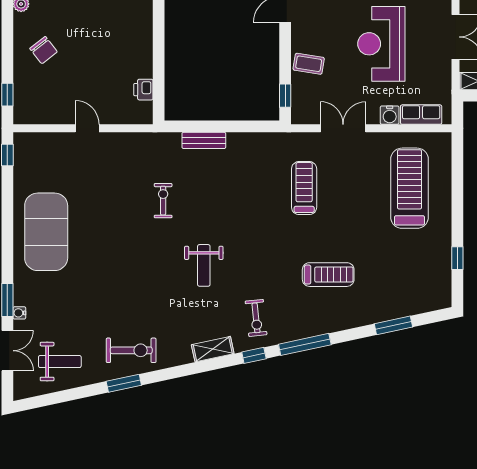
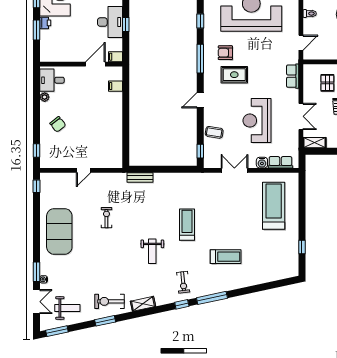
printer: (143, 90) -> (117, 148), removed
door: (87, 128) -> (83, 170), swing flipped
bench: (204, 140) -> (140, 178), moved
treadmill: (304, 188) -> (187, 225), moved
exercise bike: (163, 201) -> (106, 218), moved
window: (393, 325) -> (57, 331), moved
shelving: (213, 349) -> (143, 304), moved
exercise bike: (131, 350) -> (109, 301), turned 180

